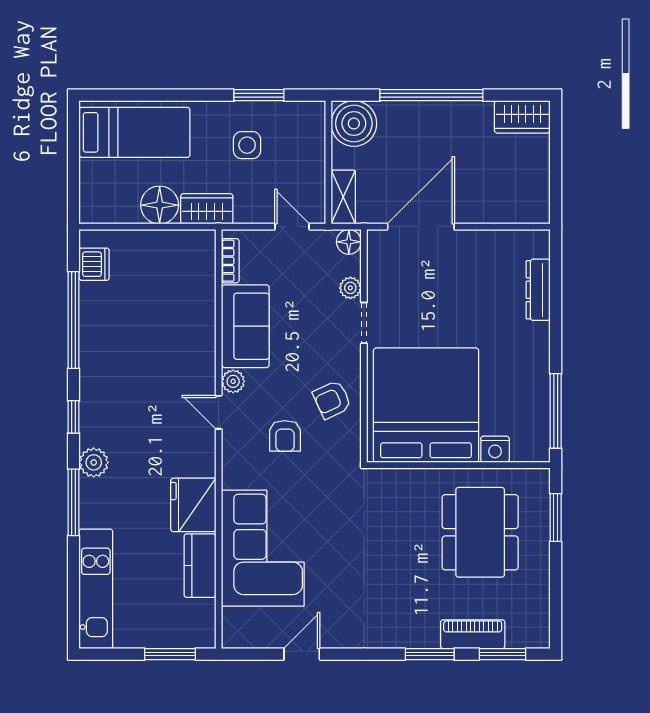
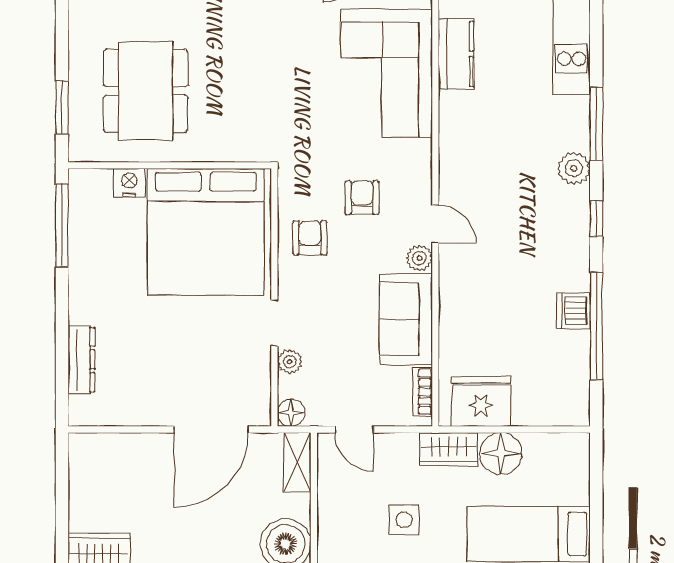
dishwasher: (94, 264) -> (573, 311), moved
armchair: (332, 400) -> (310, 238), turned -65
fridge: (193, 505) -> (481, 401), moved, turned -90

